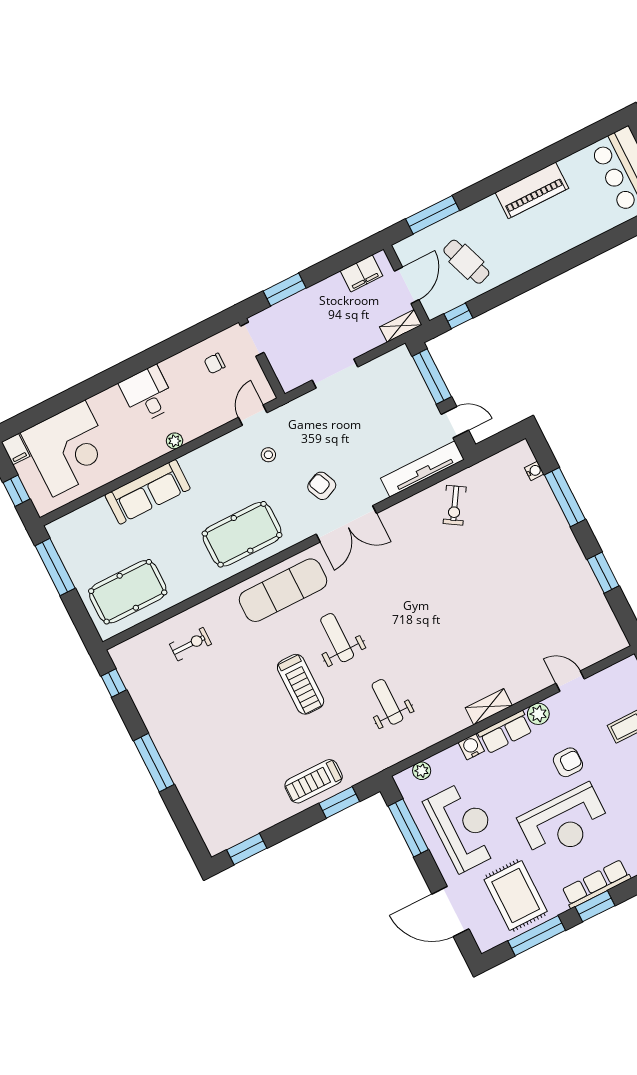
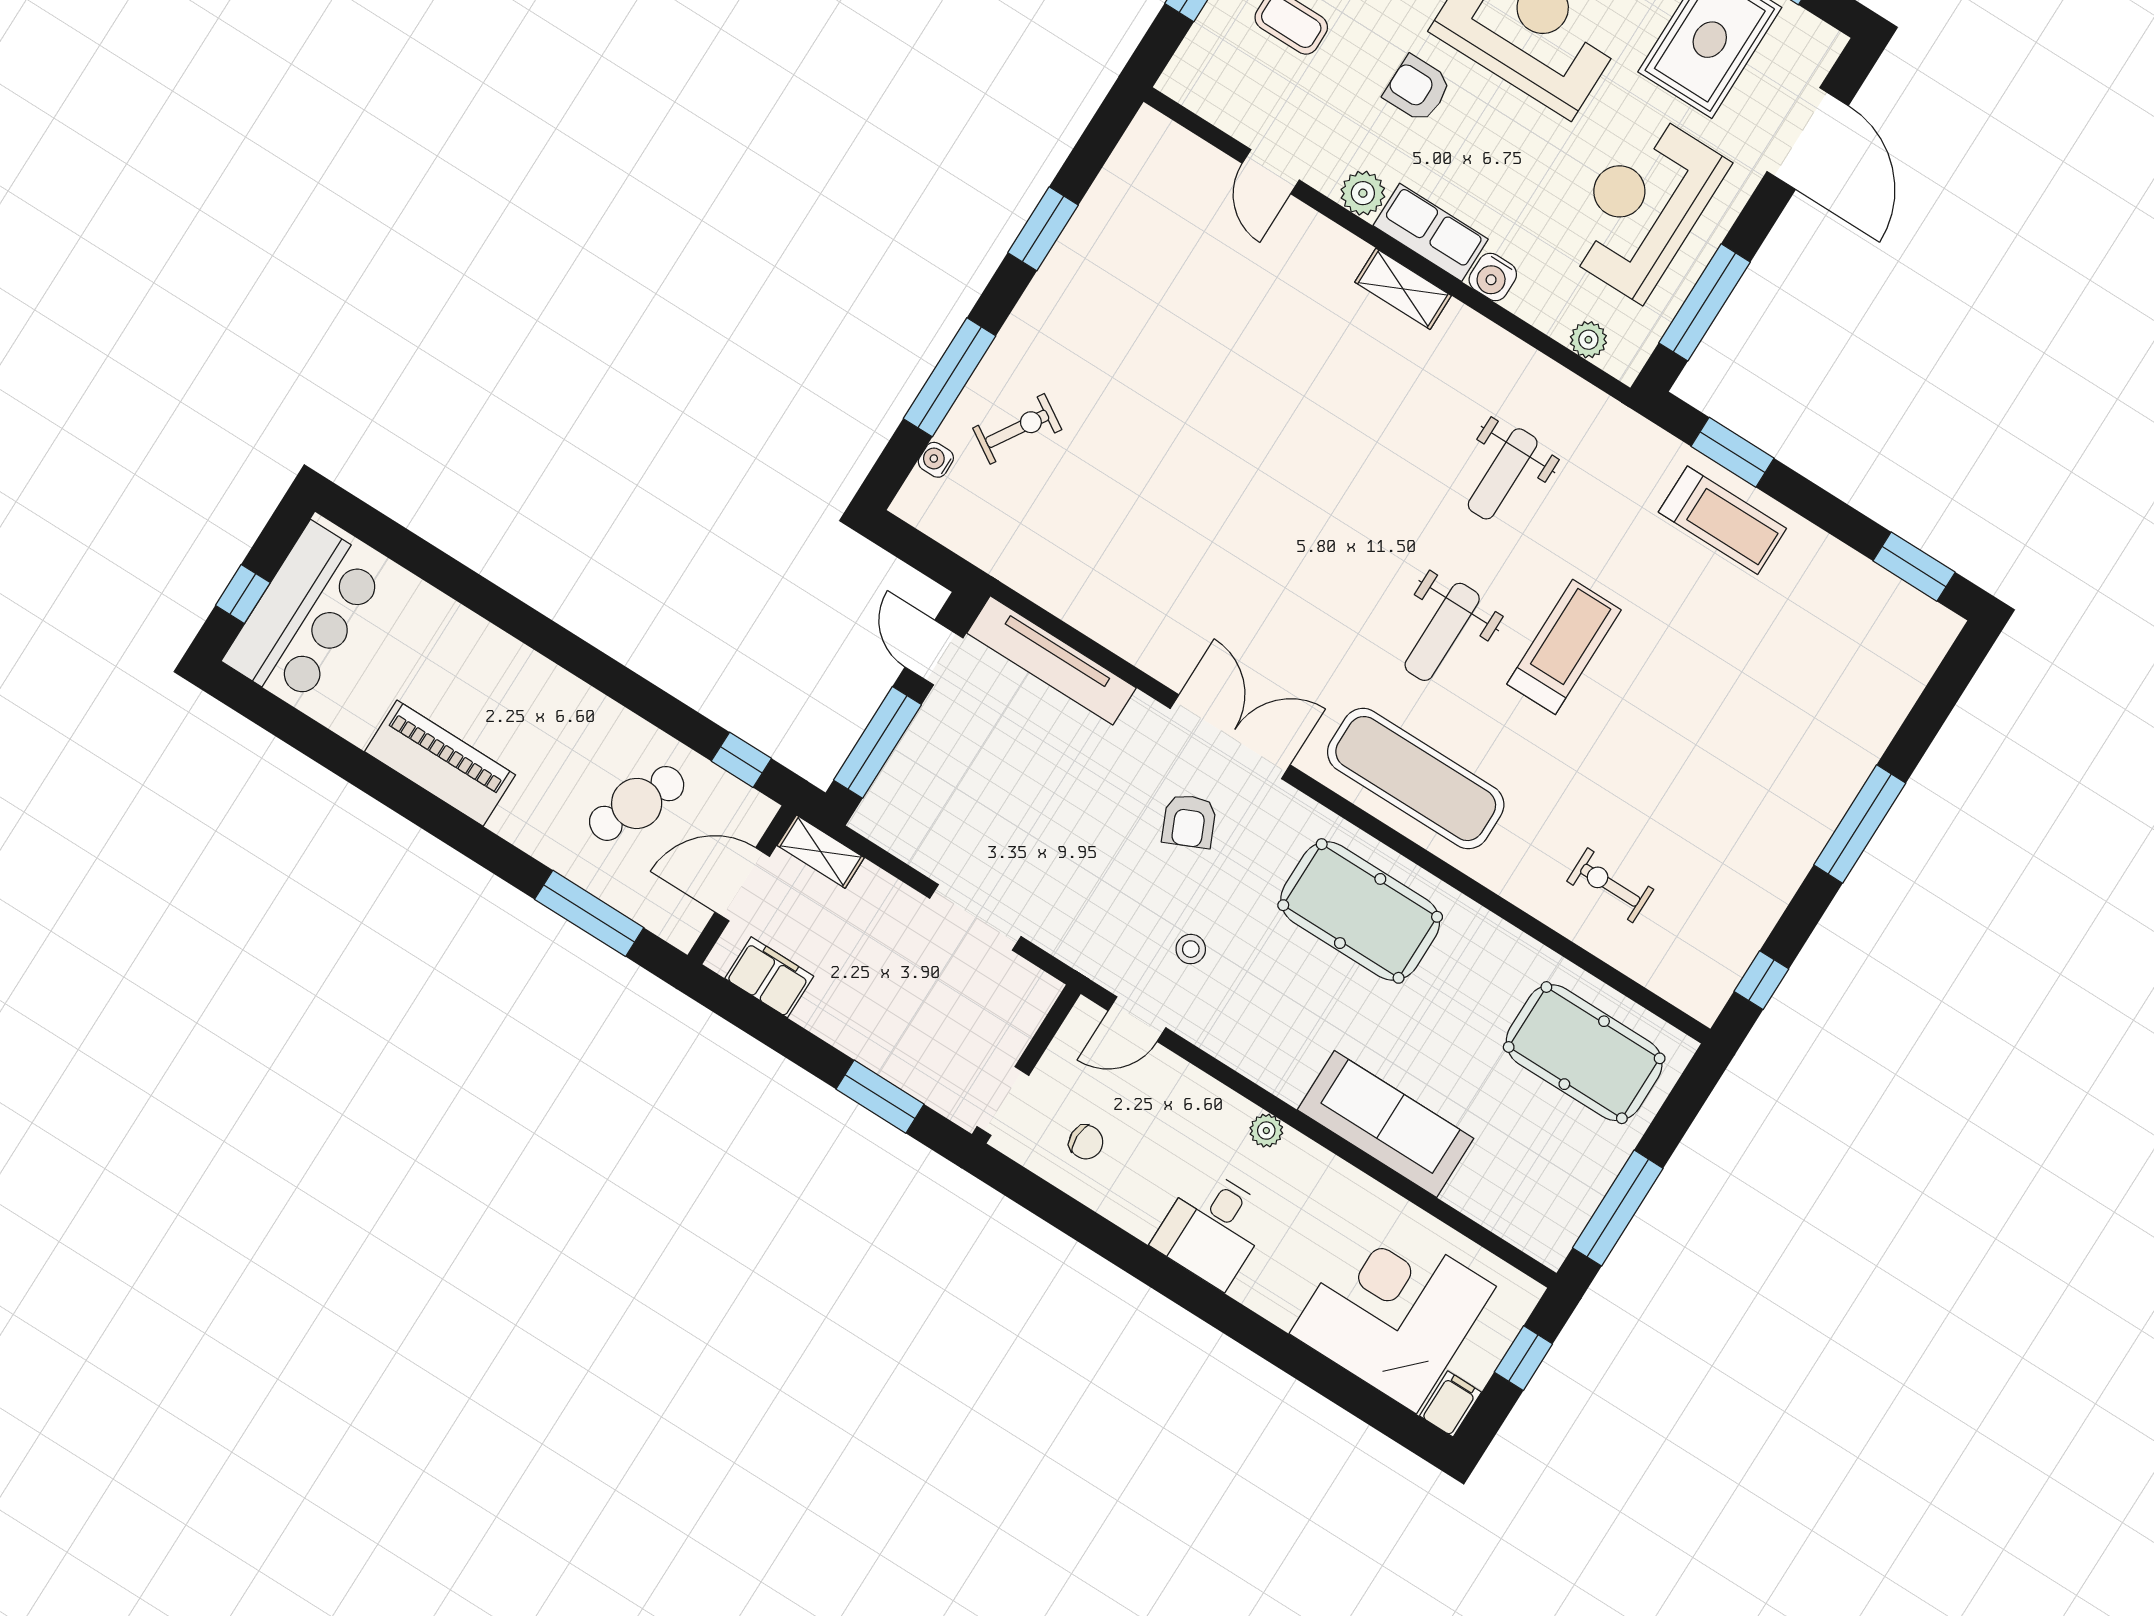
cafe table: (466, 262) -> (637, 803), turned 45
exercise bike: (455, 505) -> (1017, 429), moved

